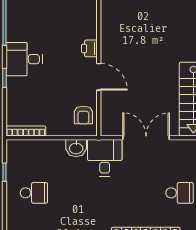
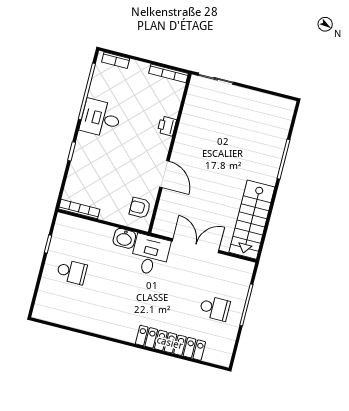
printer: (89, 48) -> (167, 126), moved
desk: (24, 59) -> (101, 118), moved
armchair: (83, 115) -> (140, 208), turned 90

